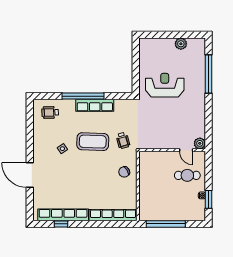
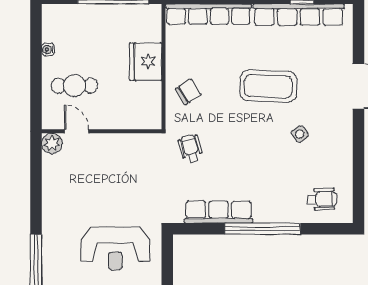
row of seats: (95, 105) -> (219, 212), moved
coffee table: (93, 142) -> (268, 86), moved
fridge: (148, 189) -> (146, 62), added
window: (209, 199) -> (36, 43), removed

